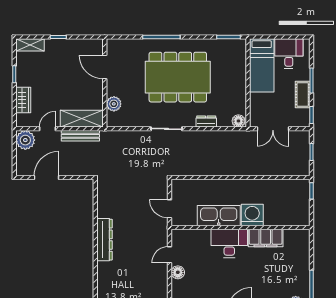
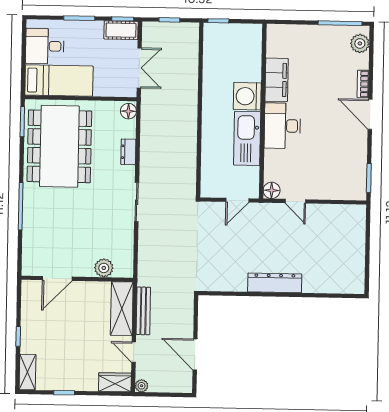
dining table: (178, 77) -> (59, 146), moved
cot: (303, 94) -> (121, 30), moved
wardrobe: (23, 100) -> (115, 382), moved
plant: (25, 140) -> (142, 386), width x0.53, depth x0.53
floor lamp: (178, 272) -> (272, 190), moved

